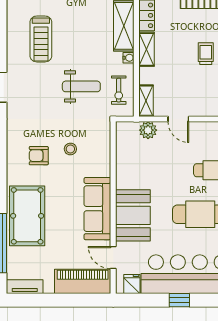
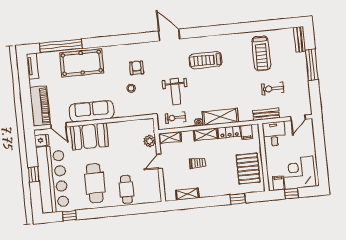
trolley: (206, 54) -> (198, 163), moved
armchair: (39, 156) -> (137, 68), moved
door: (113, 258) -> (59, 126), swing flipped

